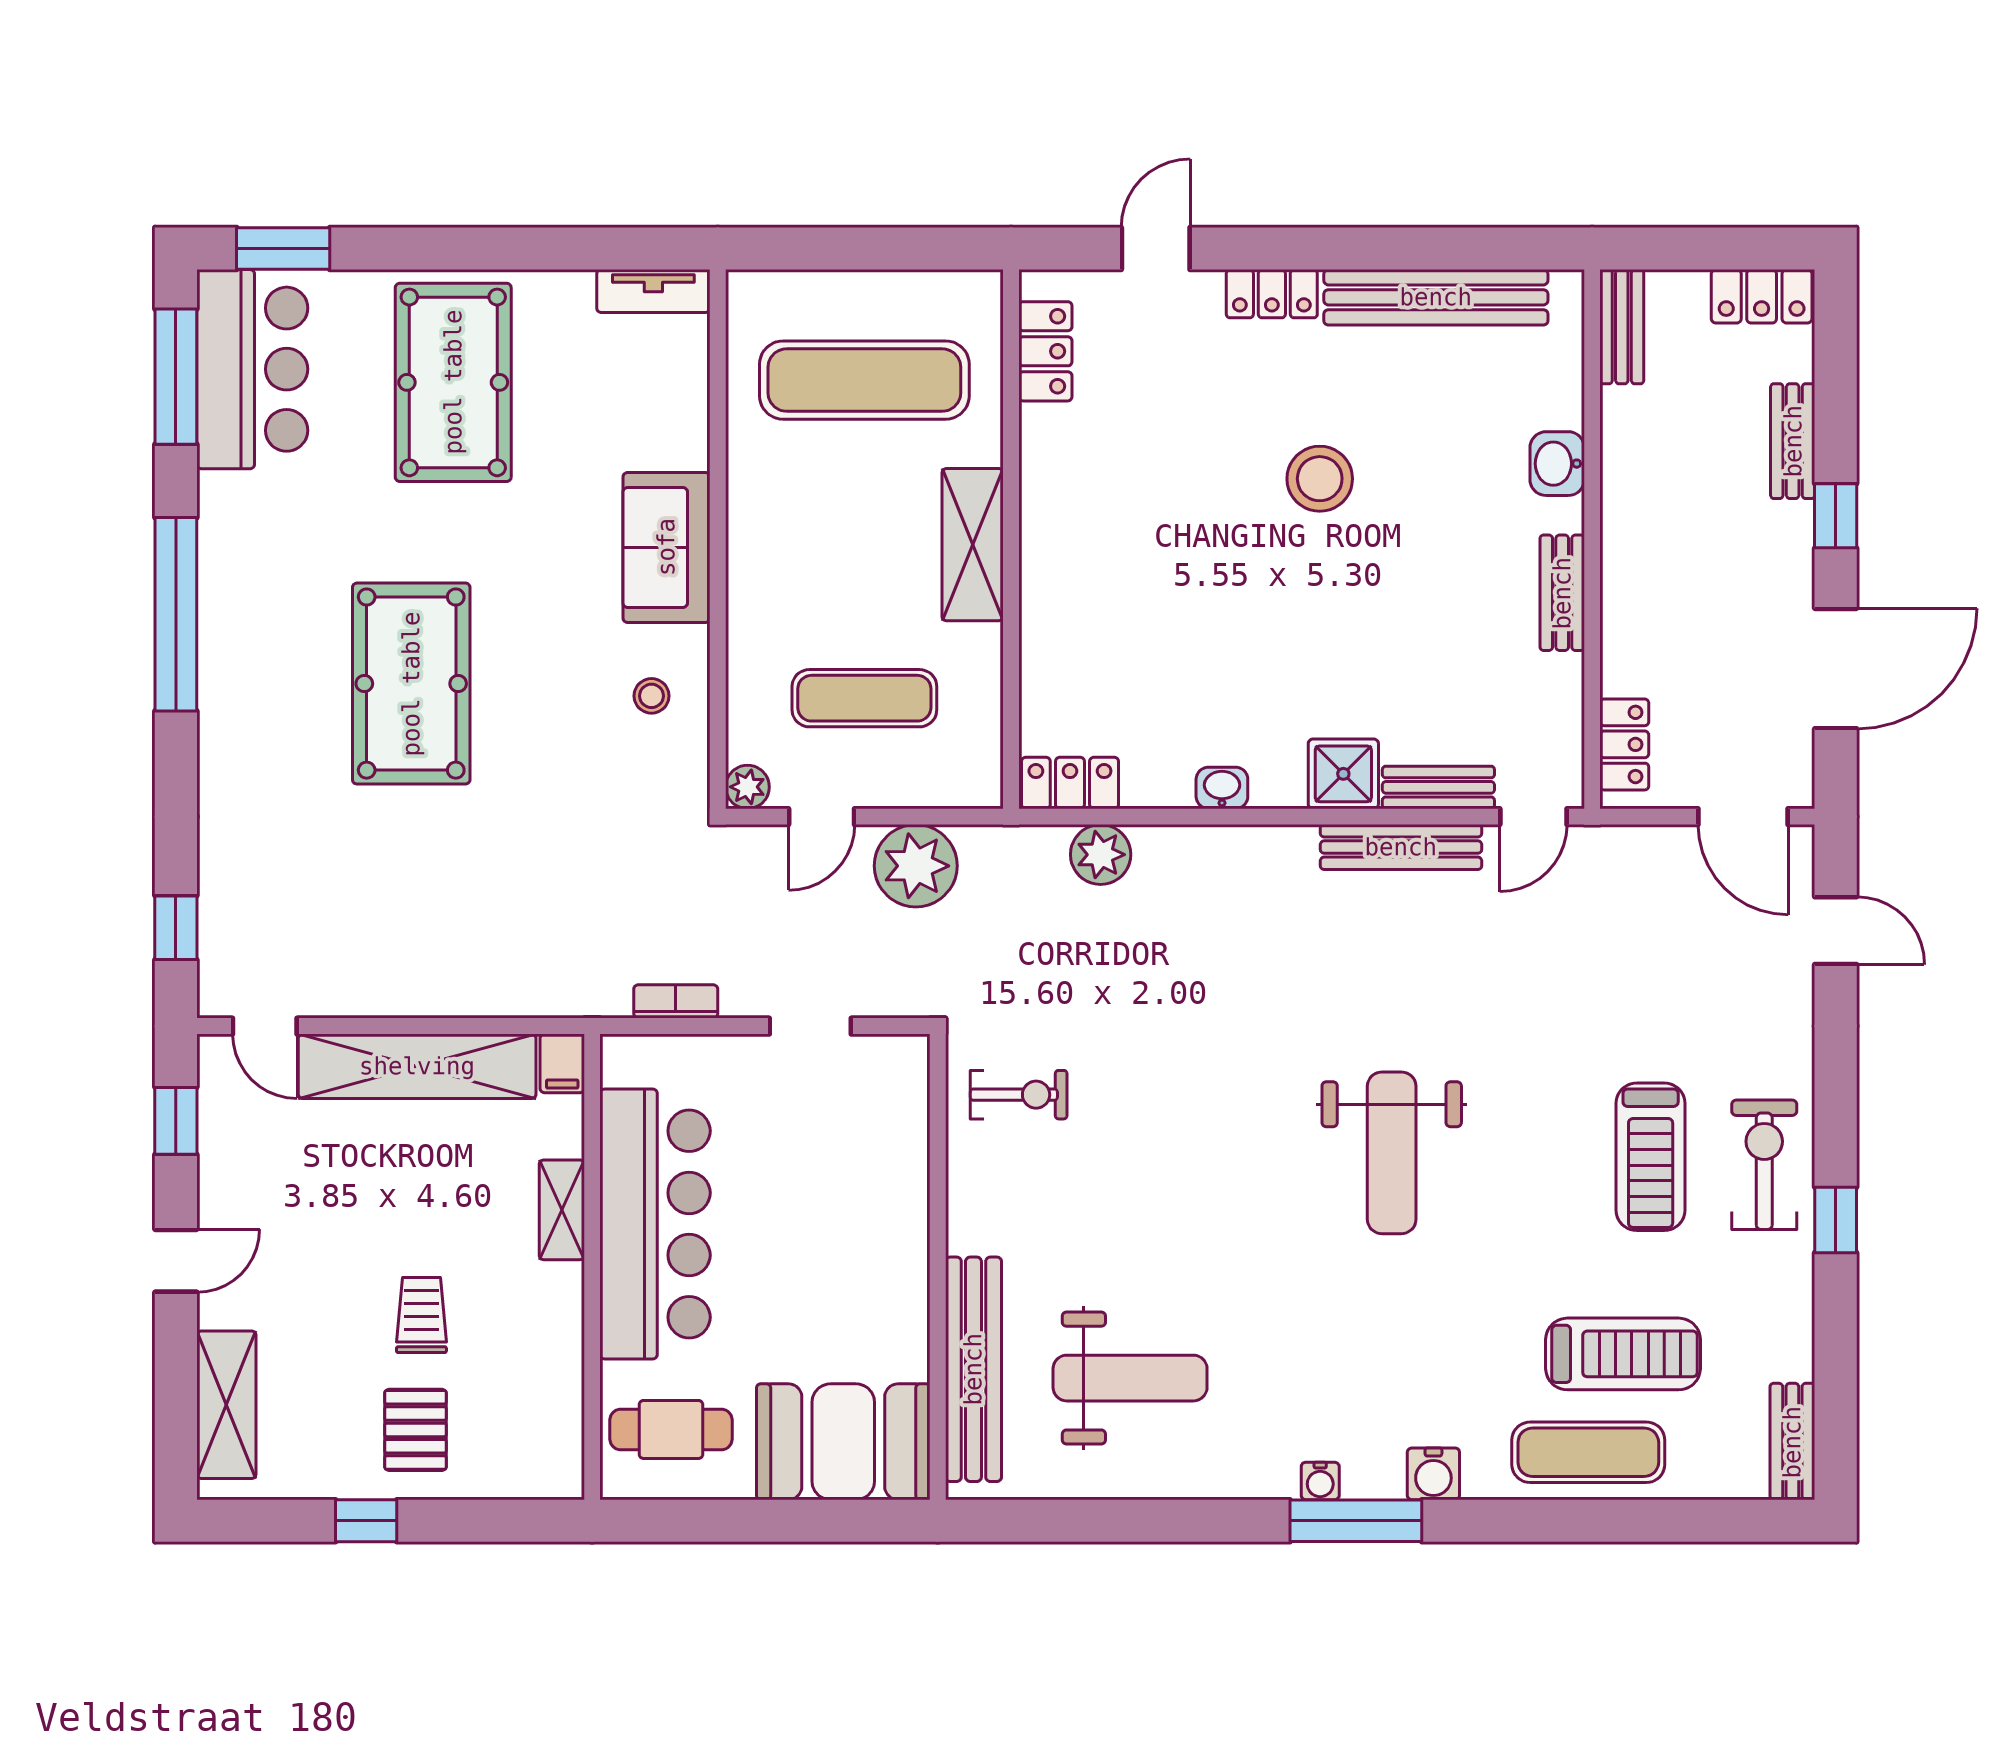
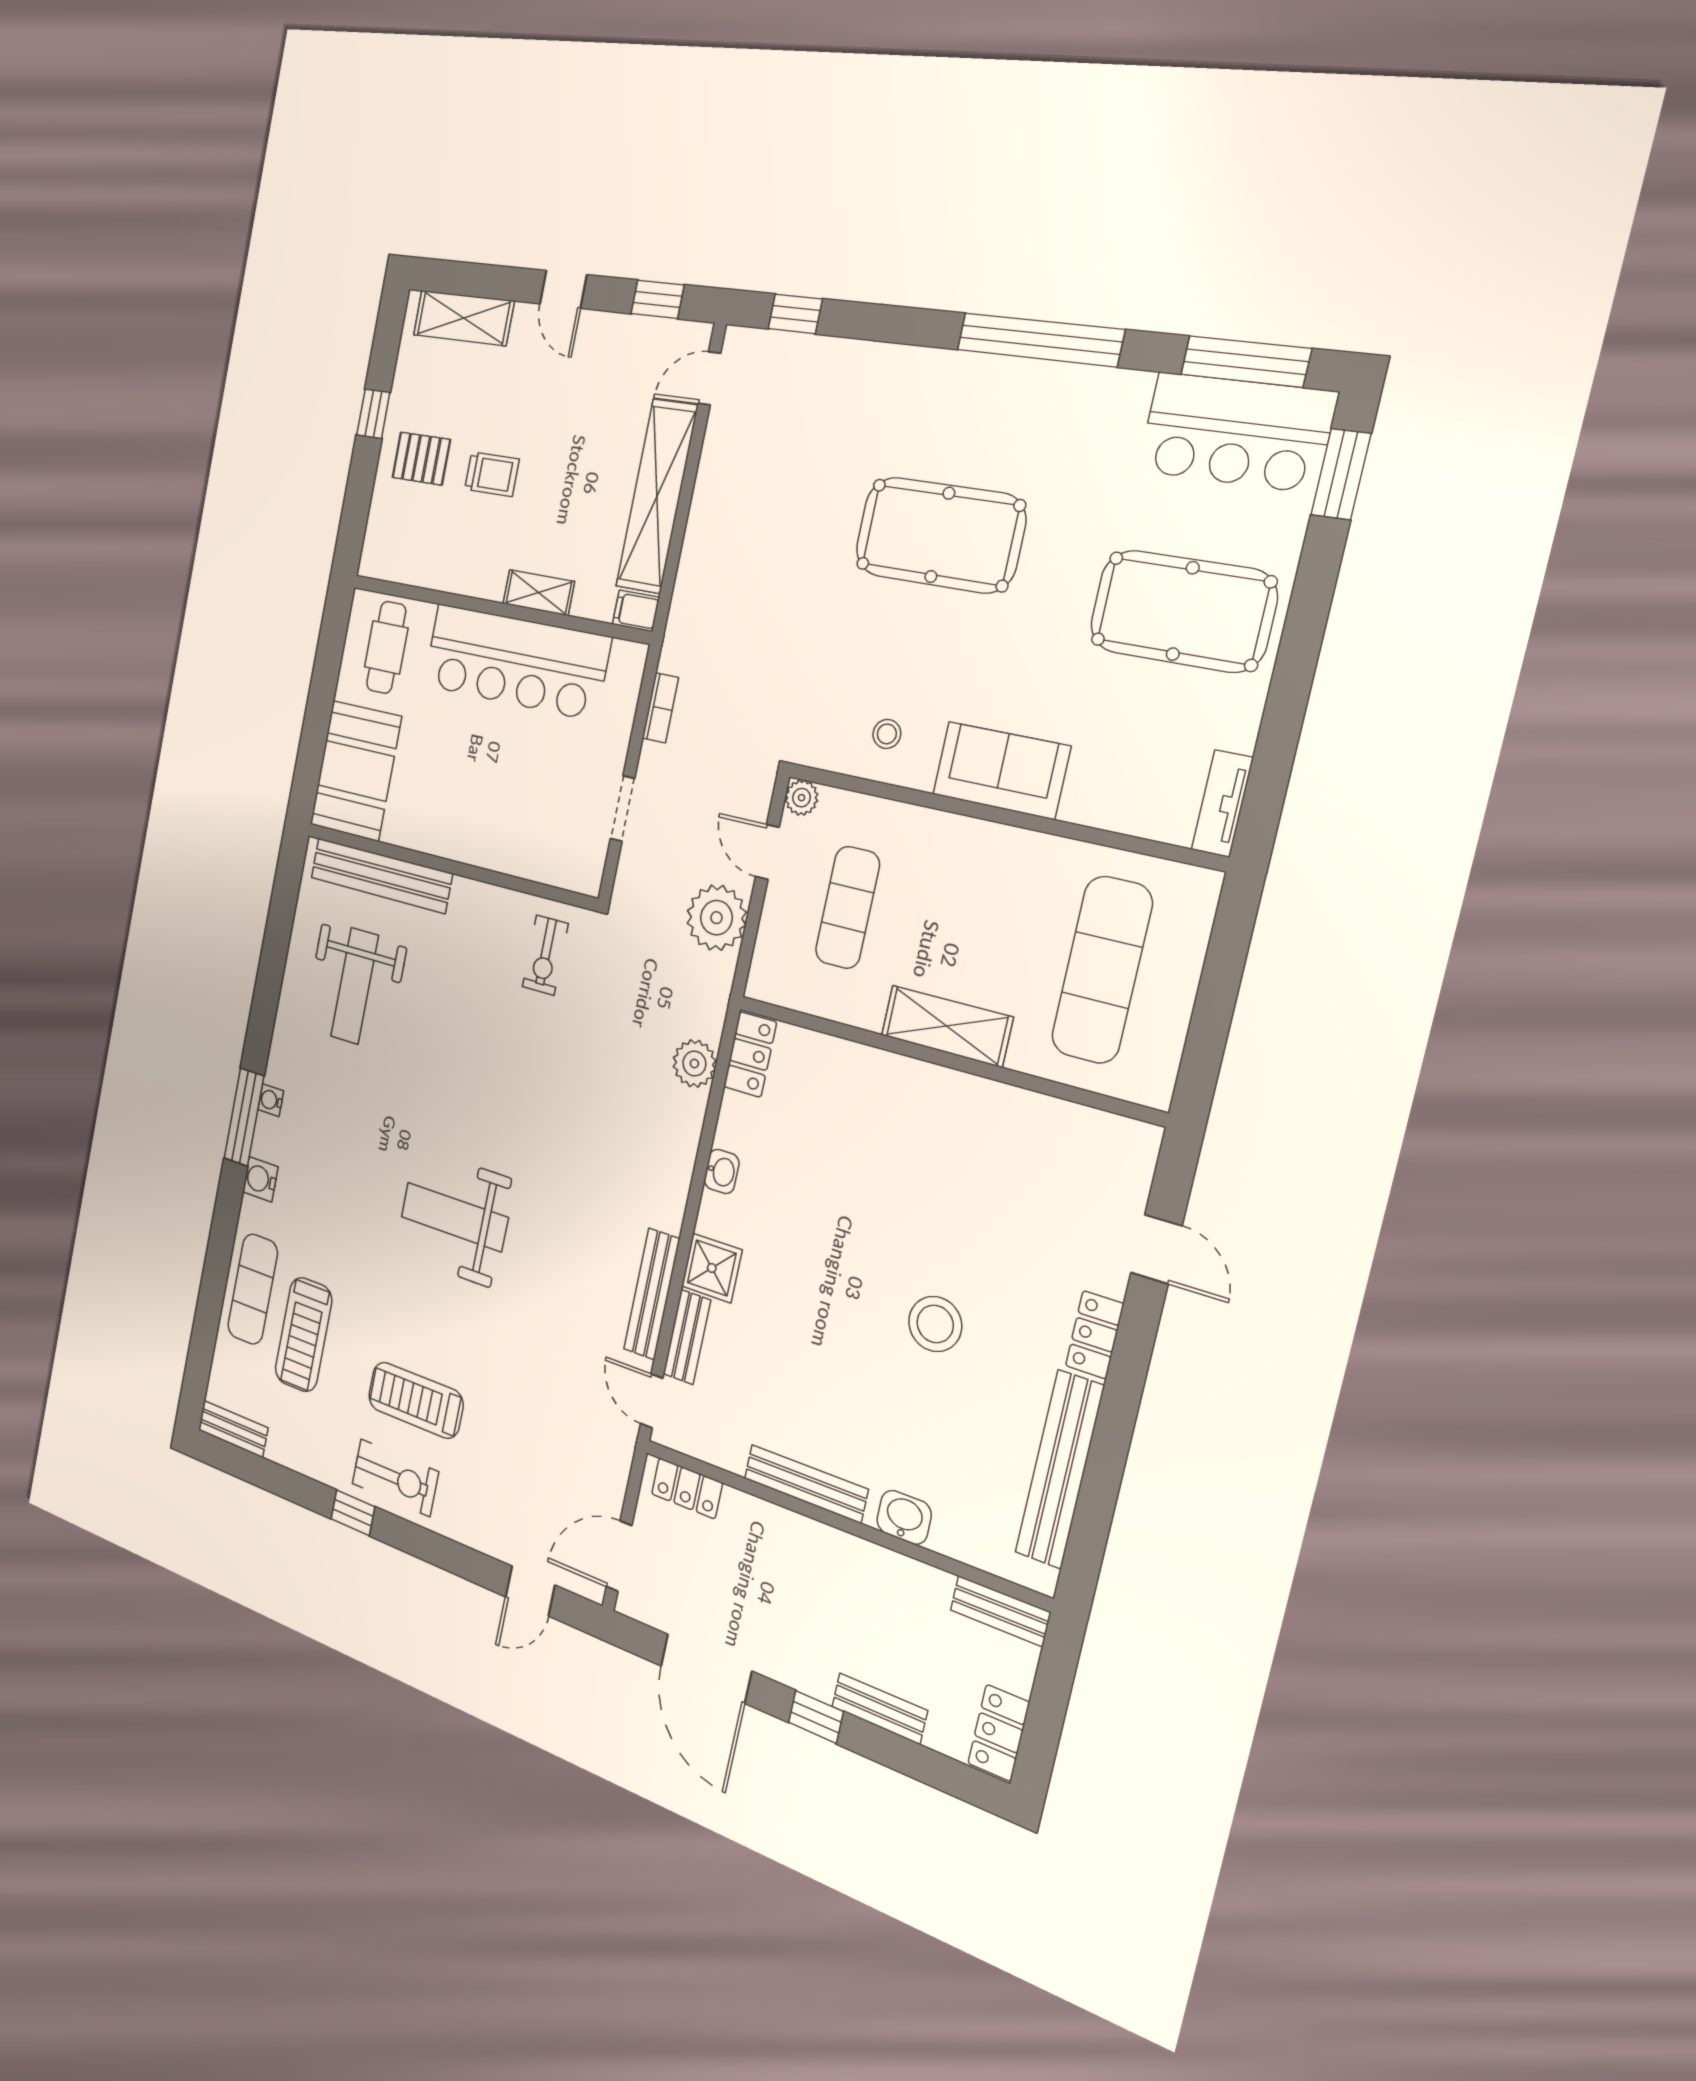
locker: (1045, 351) -> (1091, 1130), removed
bench: (1562, 593) -> (806, 1484), width x1.36

